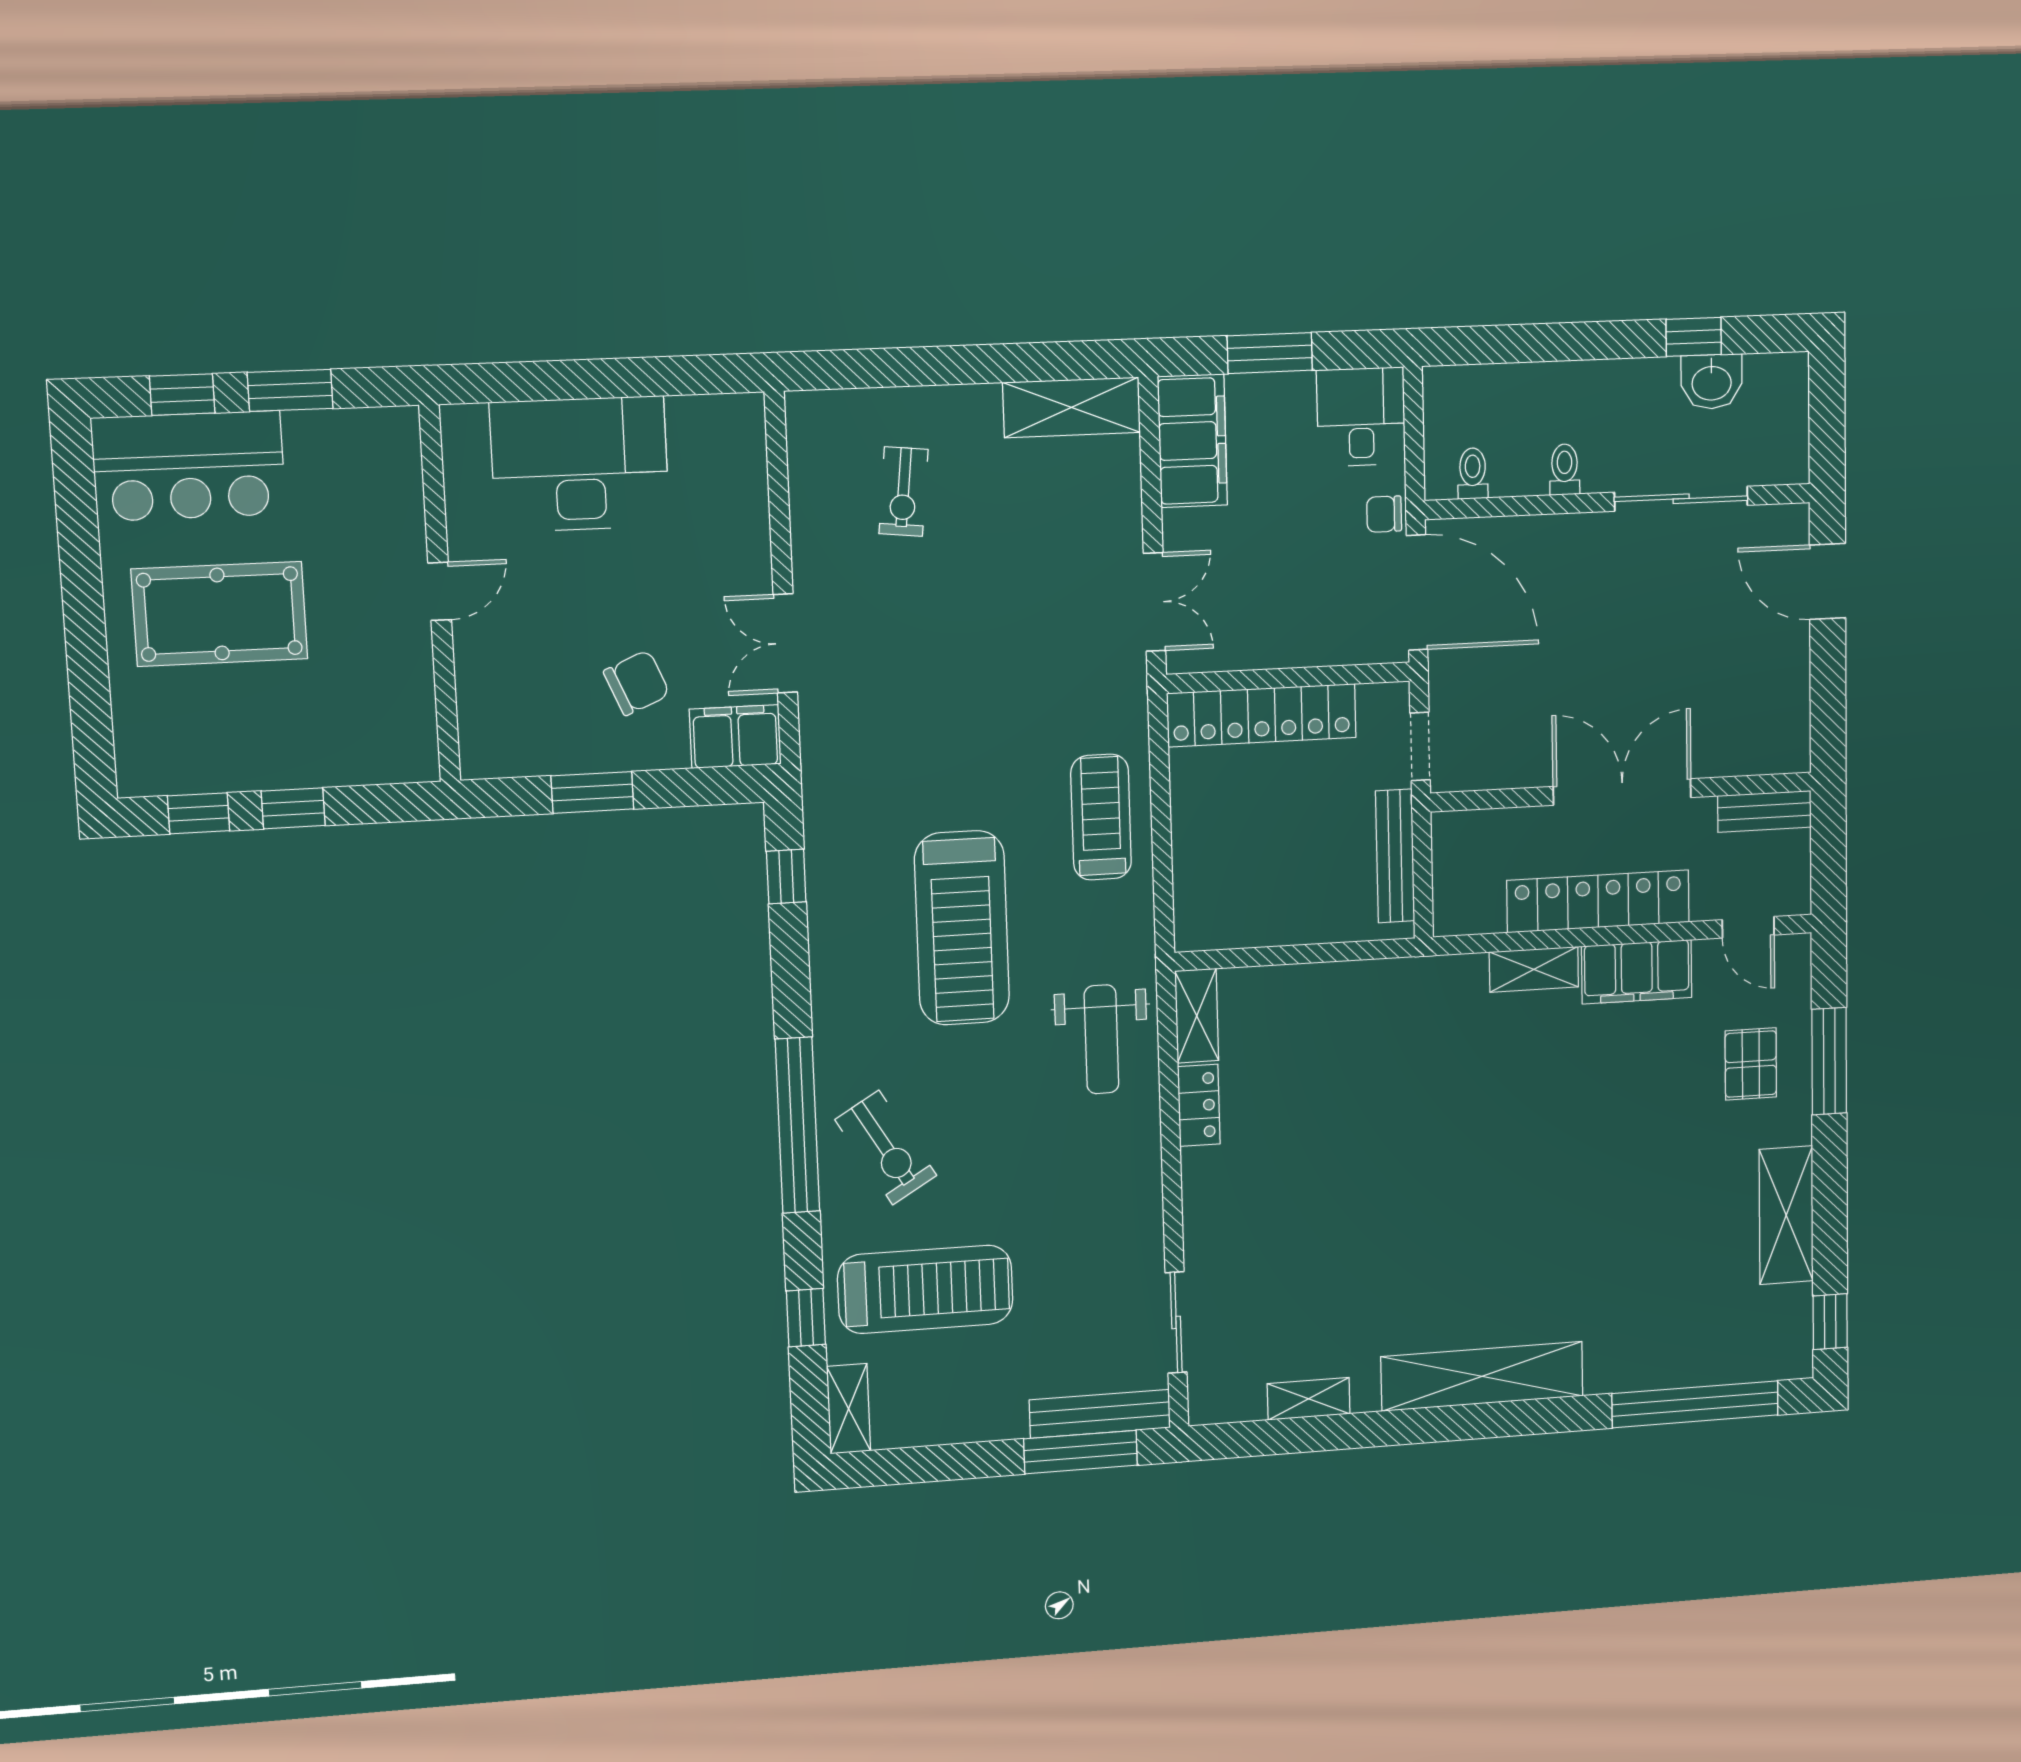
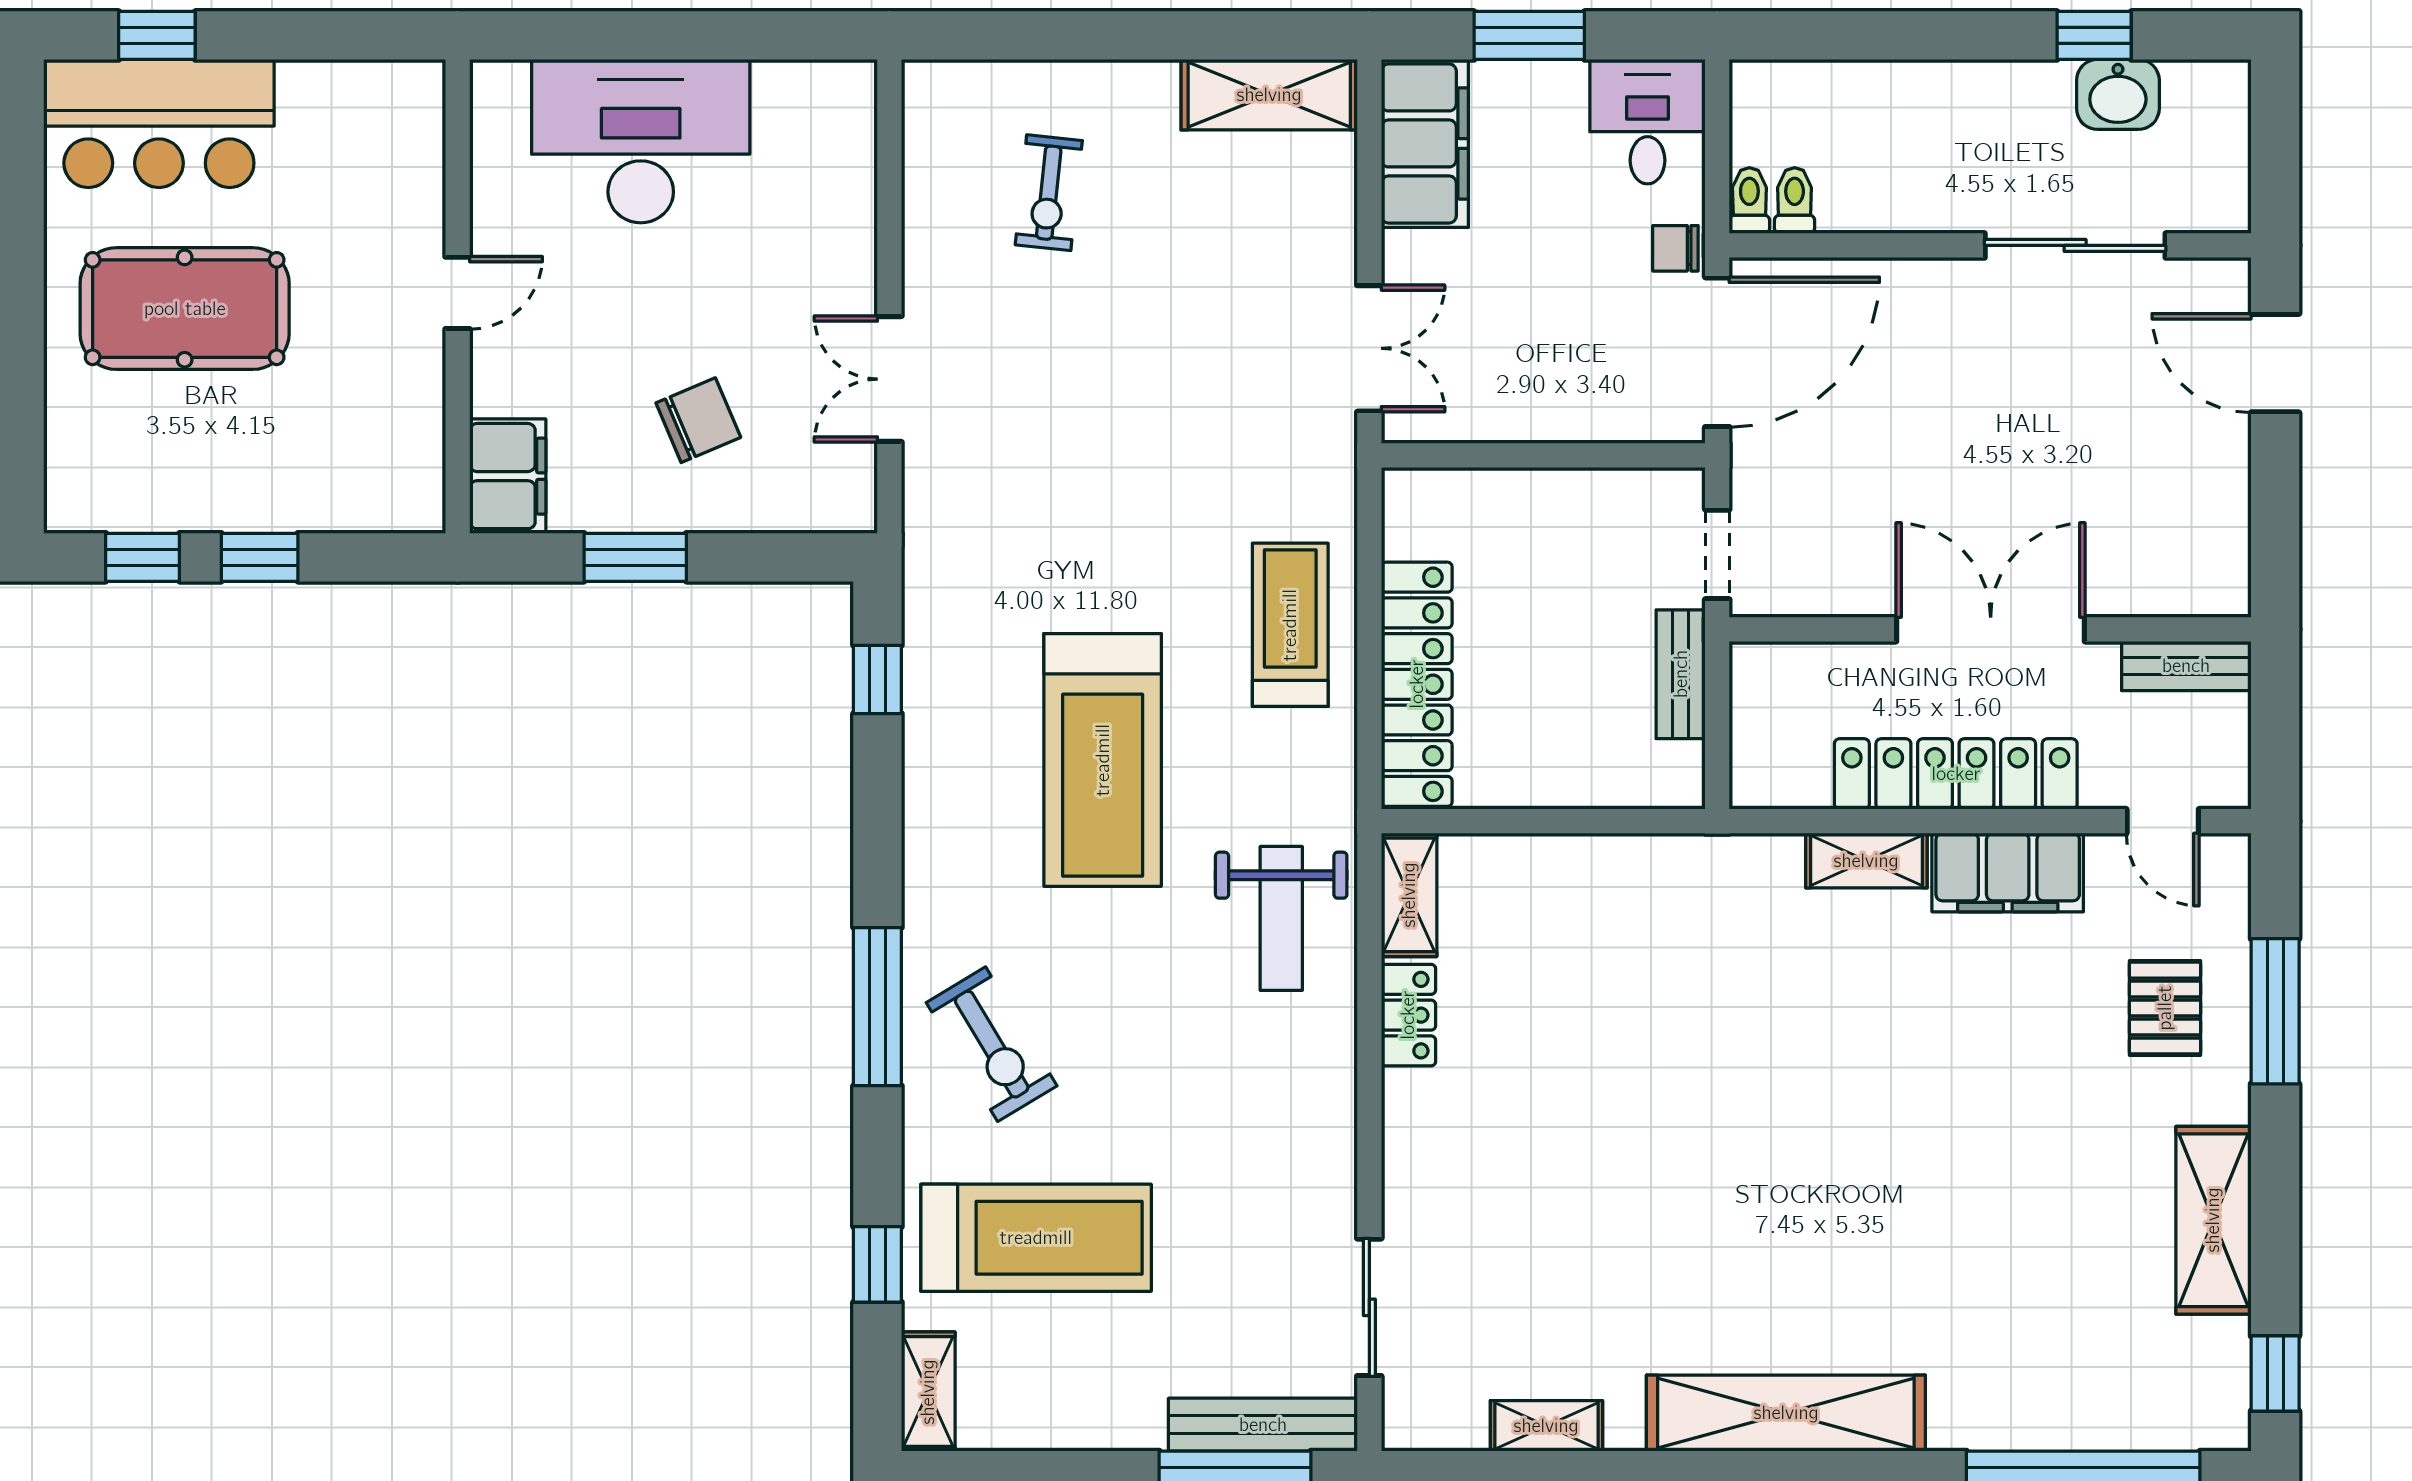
window: (290, 390) -> (289, 35), removed
toilet: (1565, 469) -> (1749, 201), moved
door: (1417, 593) -> (1717, 352), hinge flipped
locker: (1262, 715) -> (1417, 684), moved, turned -90
filing cabinet: (735, 737) -> (508, 476), moved, turned 90
bench: (1395, 856) -> (1681, 674), width x0.73
window: (797, 1125) -> (877, 1007), width x0.68

